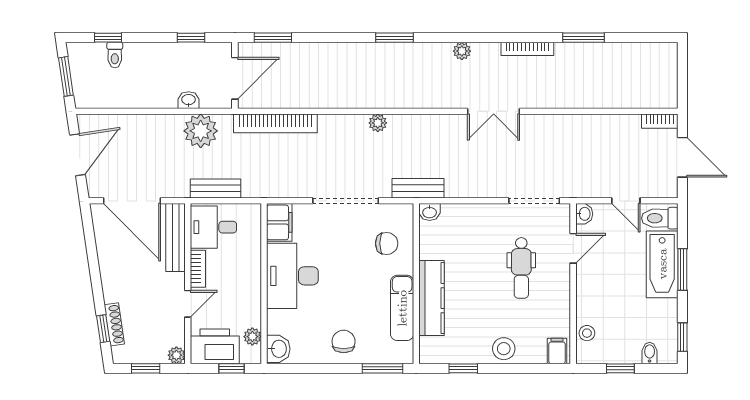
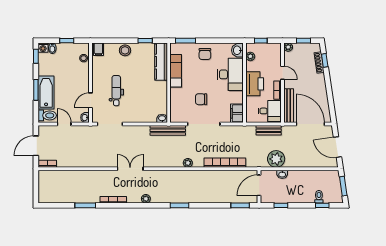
bookcase: (275, 123) -> (225, 163), moved
door: (77, 155) -> (337, 147), hinge flipped
door: (682, 157) -> (36, 146), hinge flipped
bench: (418, 188) -> (168, 130), width x1.36
chair: (387, 243) -> (201, 99), moved
desk: (292, 276) -> (230, 74), moved
kitchen counter: (432, 298) -> (161, 62), moved
door: (188, 304) -> (283, 73), swing flipped
printer: (215, 346) -> (255, 84), moved, turned -90
washing machine: (668, 354) -> (43, 48), added

